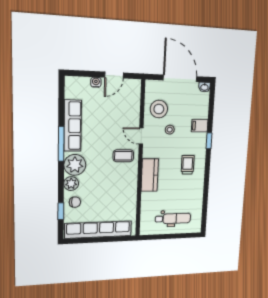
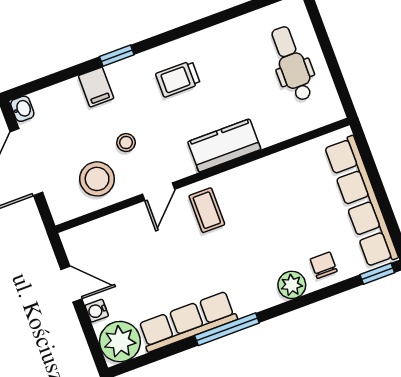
plant: (75, 165) -> (120, 342), moved
window: (61, 211) -> (377, 274), moved

